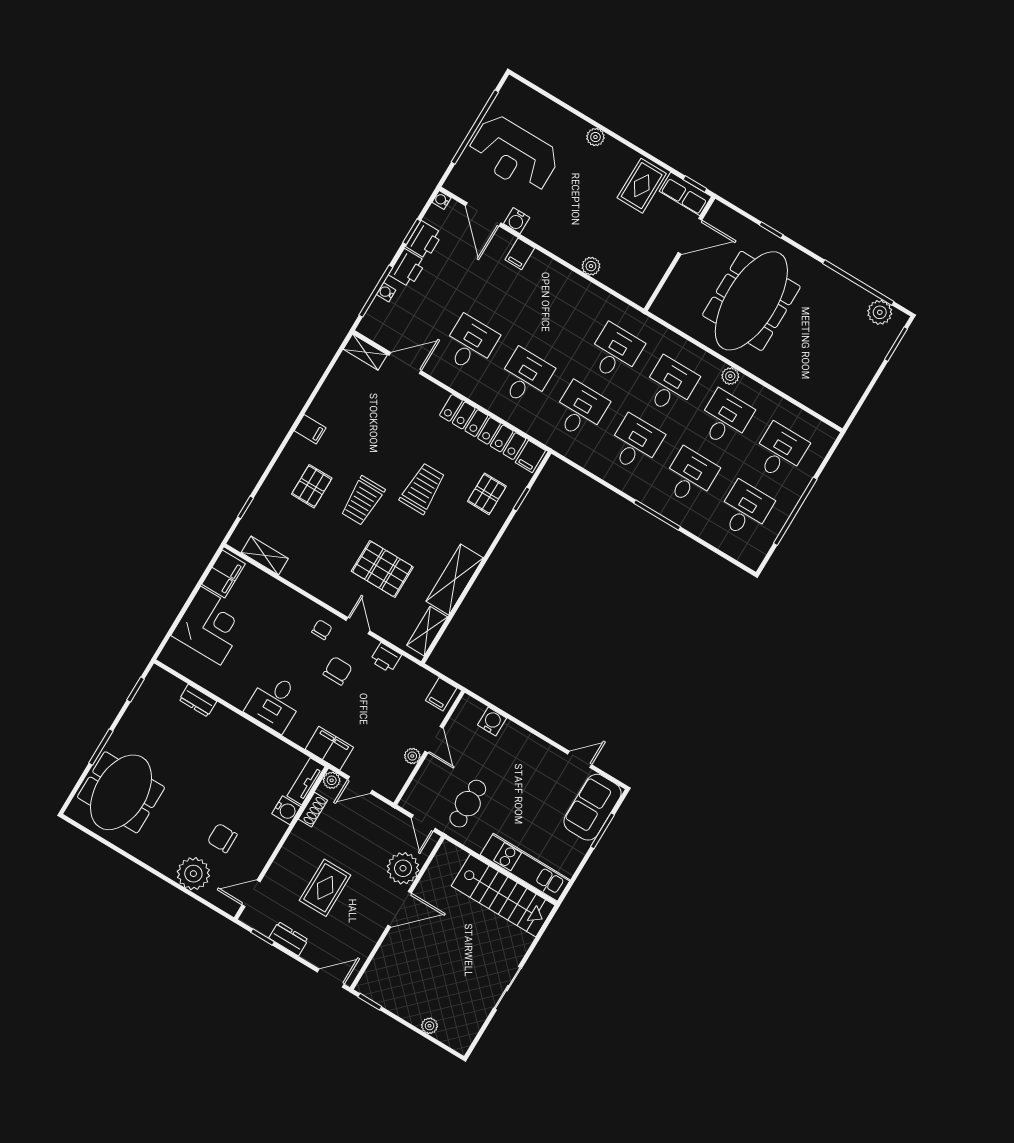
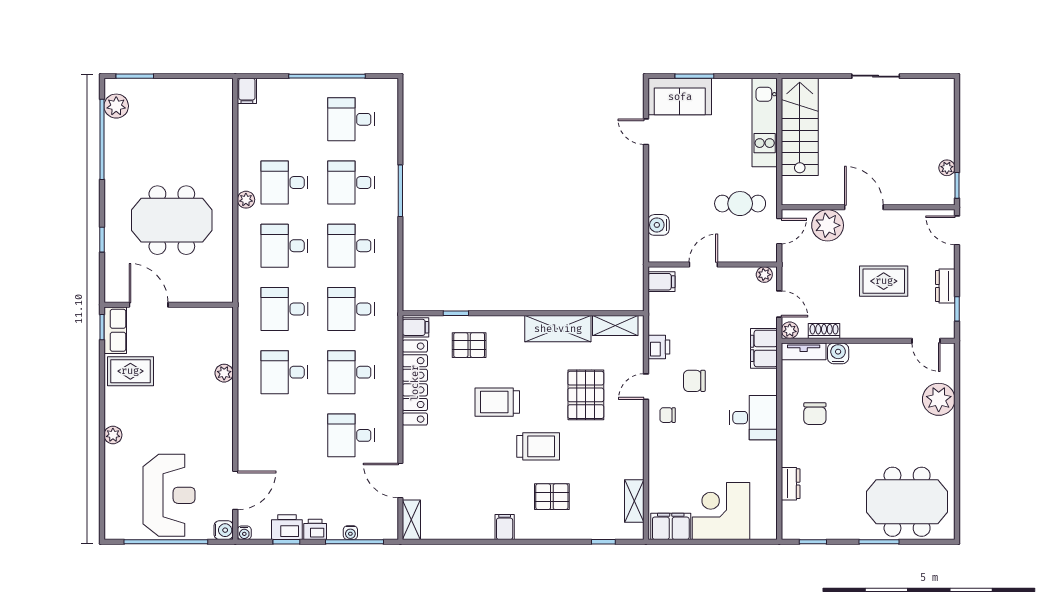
water cooler: (517, 221) -> (224, 530), moved
filing cabinet: (520, 254) -> (247, 91), moved, turned 90
printer: (407, 268) -> (315, 529), width x0.73, depth x0.81
meeting table: (751, 301) -> (172, 220), width x0.73
desk: (780, 452) -> (284, 372), moved
plant: (412, 756) -> (764, 275), moved
chair: (222, 838) -> (815, 414), moved
plant: (429, 1026) -> (947, 168), moved

